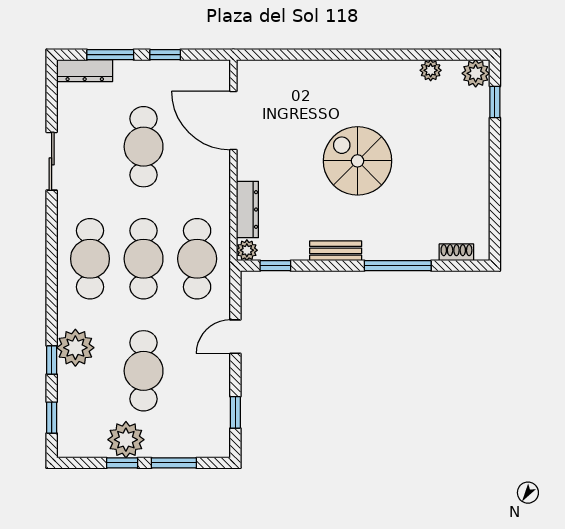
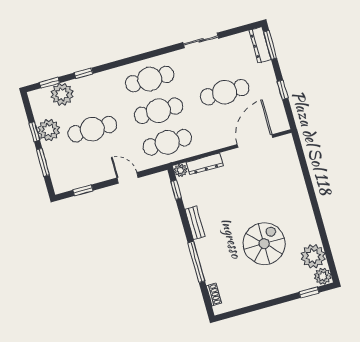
window: (110, 55) -> (270, 45), moved
plant: (431, 70) -> (313, 256), width x1.88, depth x1.88
spiral stairs: (358, 161) -> (264, 244), moved
plant: (75, 348) -> (62, 94), moved

